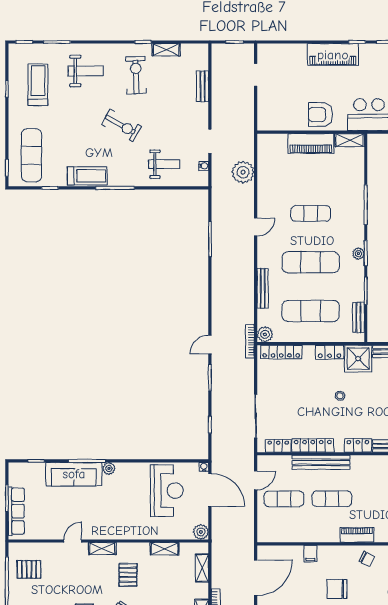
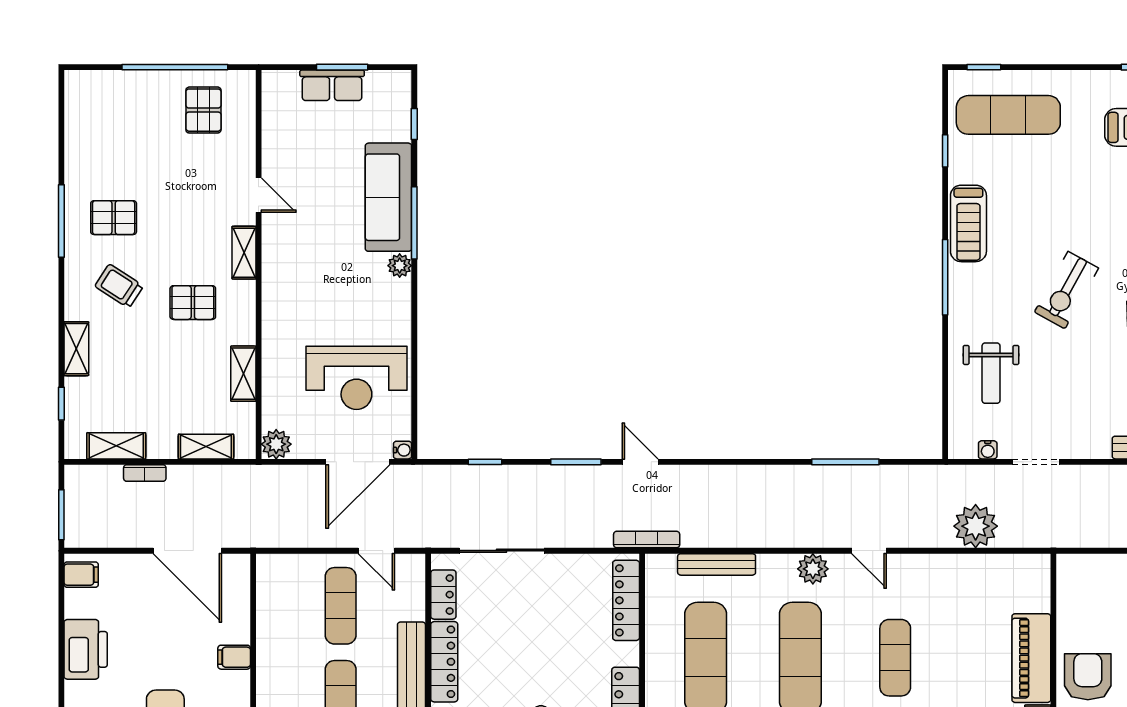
bench: (263, 288) -> (717, 564), moved
plant: (265, 334) -> (813, 569), moved
row of seats: (16, 511) -> (332, 85), width x0.68

